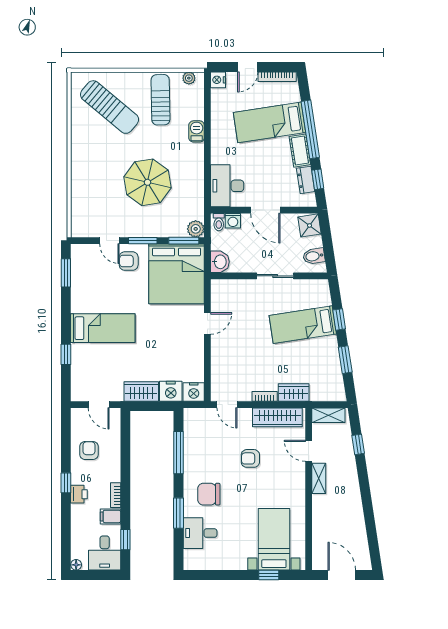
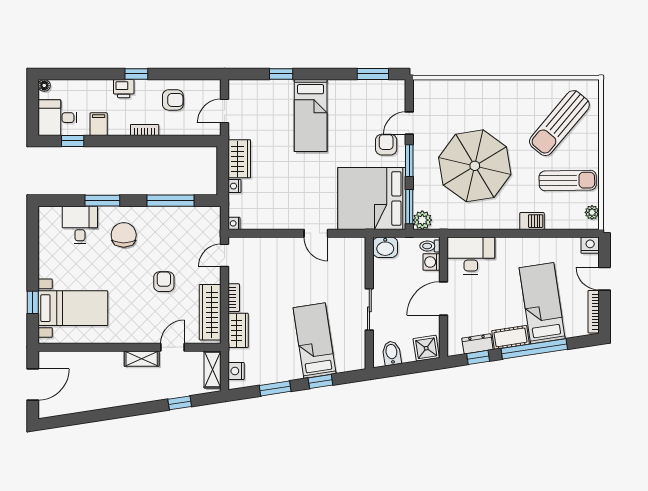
parasol: (147, 182) -> (475, 166), width x1.36, depth x1.36
nightstand: (171, 391) -> (234, 186), width x0.53, depth x0.56
nightstand: (194, 392) -> (234, 223), width x0.53, depth x0.56
nightstand: (330, 394) -> (236, 371), added
bookcase: (116, 495) -> (145, 130), moved

